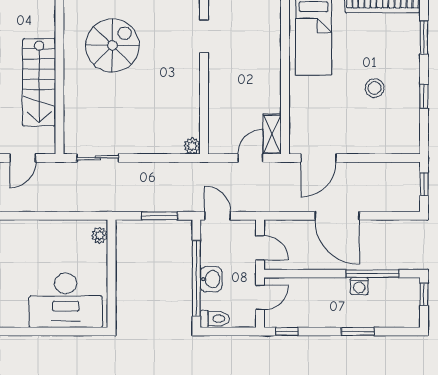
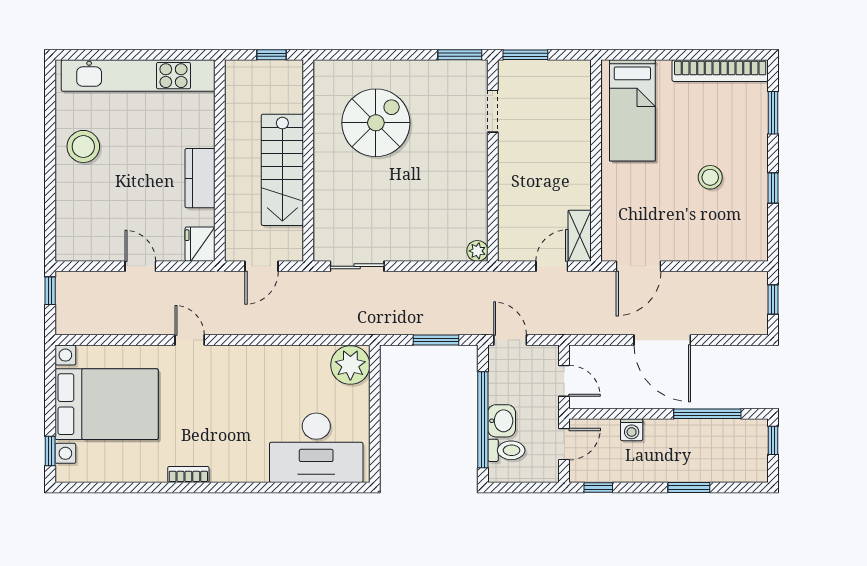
plant: (100, 235) -> (350, 365), width x1.87, depth x1.87
washing machine: (359, 286) -> (632, 430), moved
toilet: (215, 319) -> (506, 450), moved

